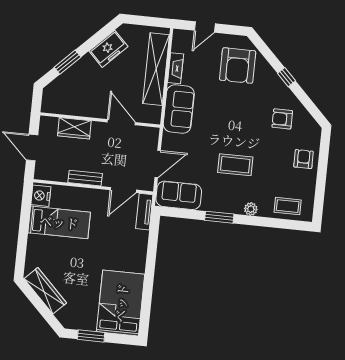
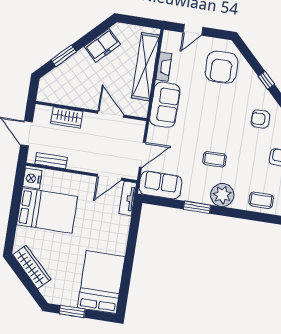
coffee table: (235, 165) -> (215, 159), width x0.73, depth x0.77
bench: (85, 178) -> (51, 161), moved
plant: (251, 209) -> (222, 195), width x1.88, depth x1.88
bed: (59, 222) -> (47, 211), width x1.50

